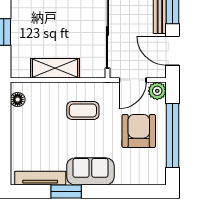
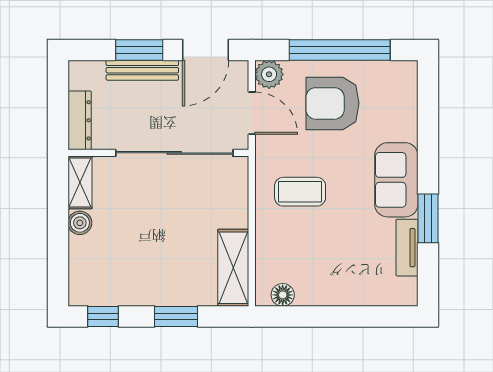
shelving: (55, 68) -> (233, 268), moved
coffee table: (83, 110) -> (300, 192), turned 90
tv unit: (40, 178) -> (407, 248), width x0.71

